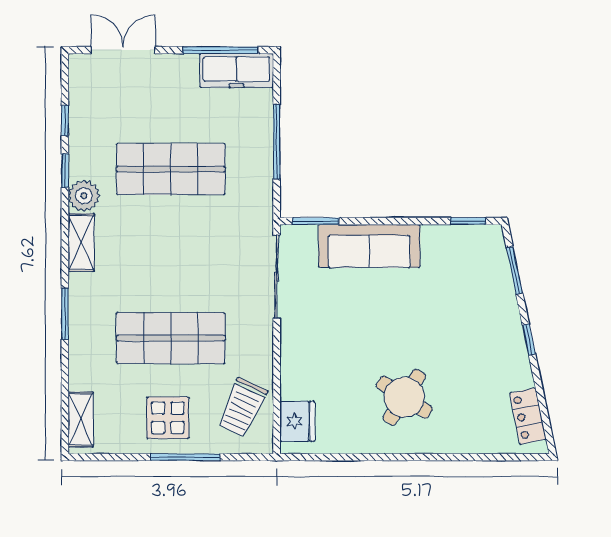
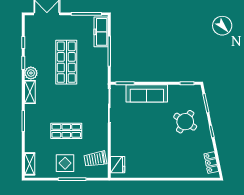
freezer: (237, 70) -> (101, 32), moved, turned 90
shop shelf: (171, 169) -> (66, 62), turned 90
shop shelf: (171, 338) -> (66, 131), width x0.70, depth x0.74
round table: (404, 397) -> (185, 122), moved
trolley: (242, 407) -> (95, 159), turned 55

